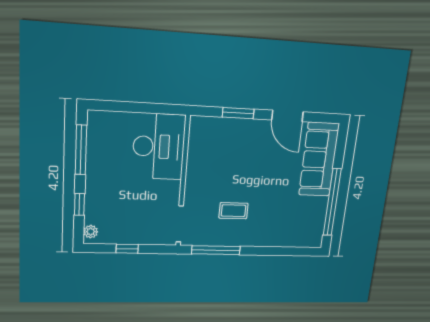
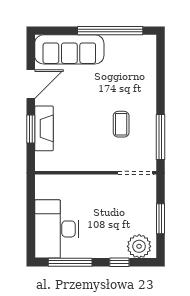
fireplace: (237, 128) -> (44, 128), added
desk: (159, 147) -> (57, 229), moved, turned -90
plant: (91, 232) -> (139, 246), width x1.87, depth x1.87
window: (127, 249) -> (160, 219), width x1.50

